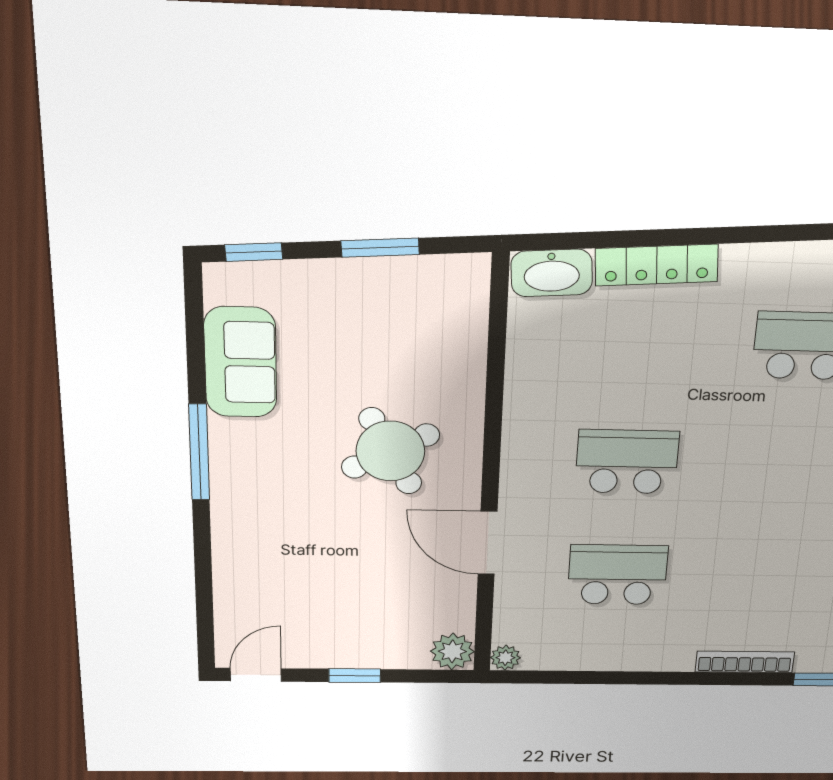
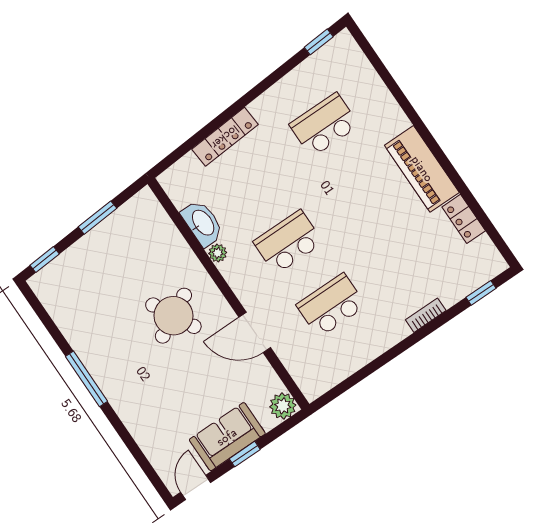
washbasin: (552, 273) -> (202, 223), moved, turned -86
sofa: (240, 362) -> (227, 437), moved, turned -90
plant: (505, 658) -> (218, 253), moved
bookcase: (745, 662) -> (426, 315), width x0.64

